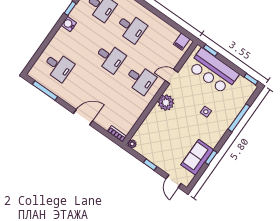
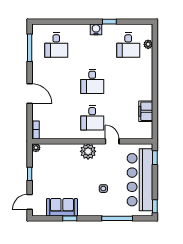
desk: (131, 28) -> (128, 81), removed
filing cabinet: (182, 42) -> (146, 111), moved, width x2.00
bar counter: (213, 71) -> (140, 180), width x1.36

